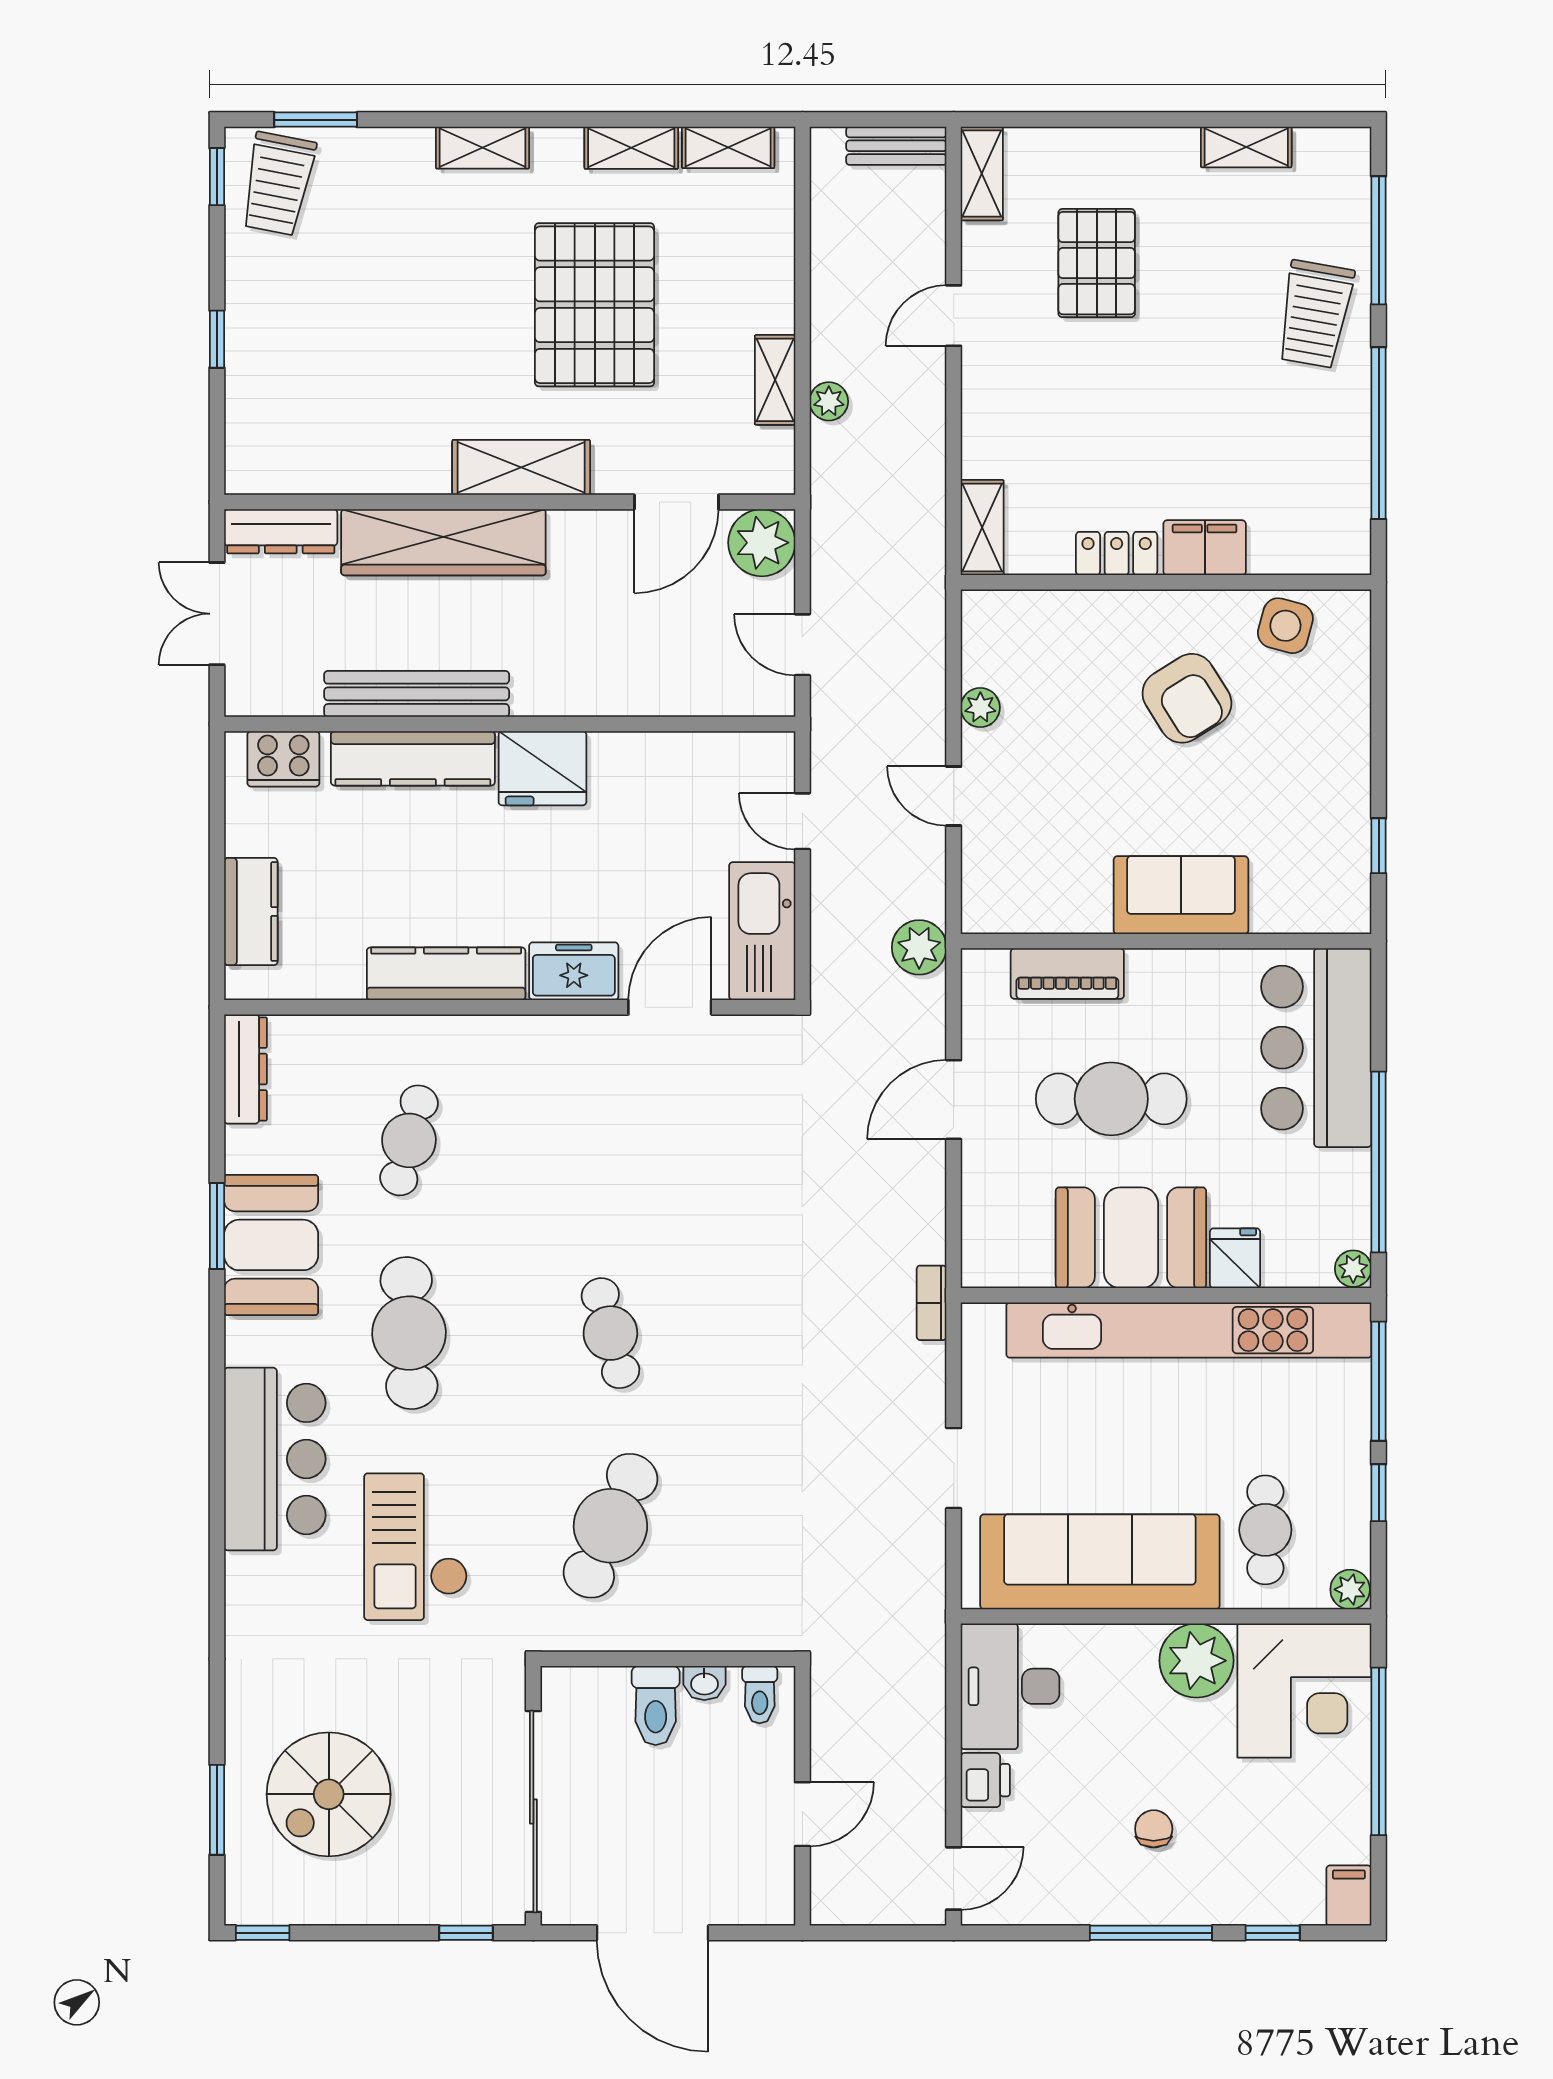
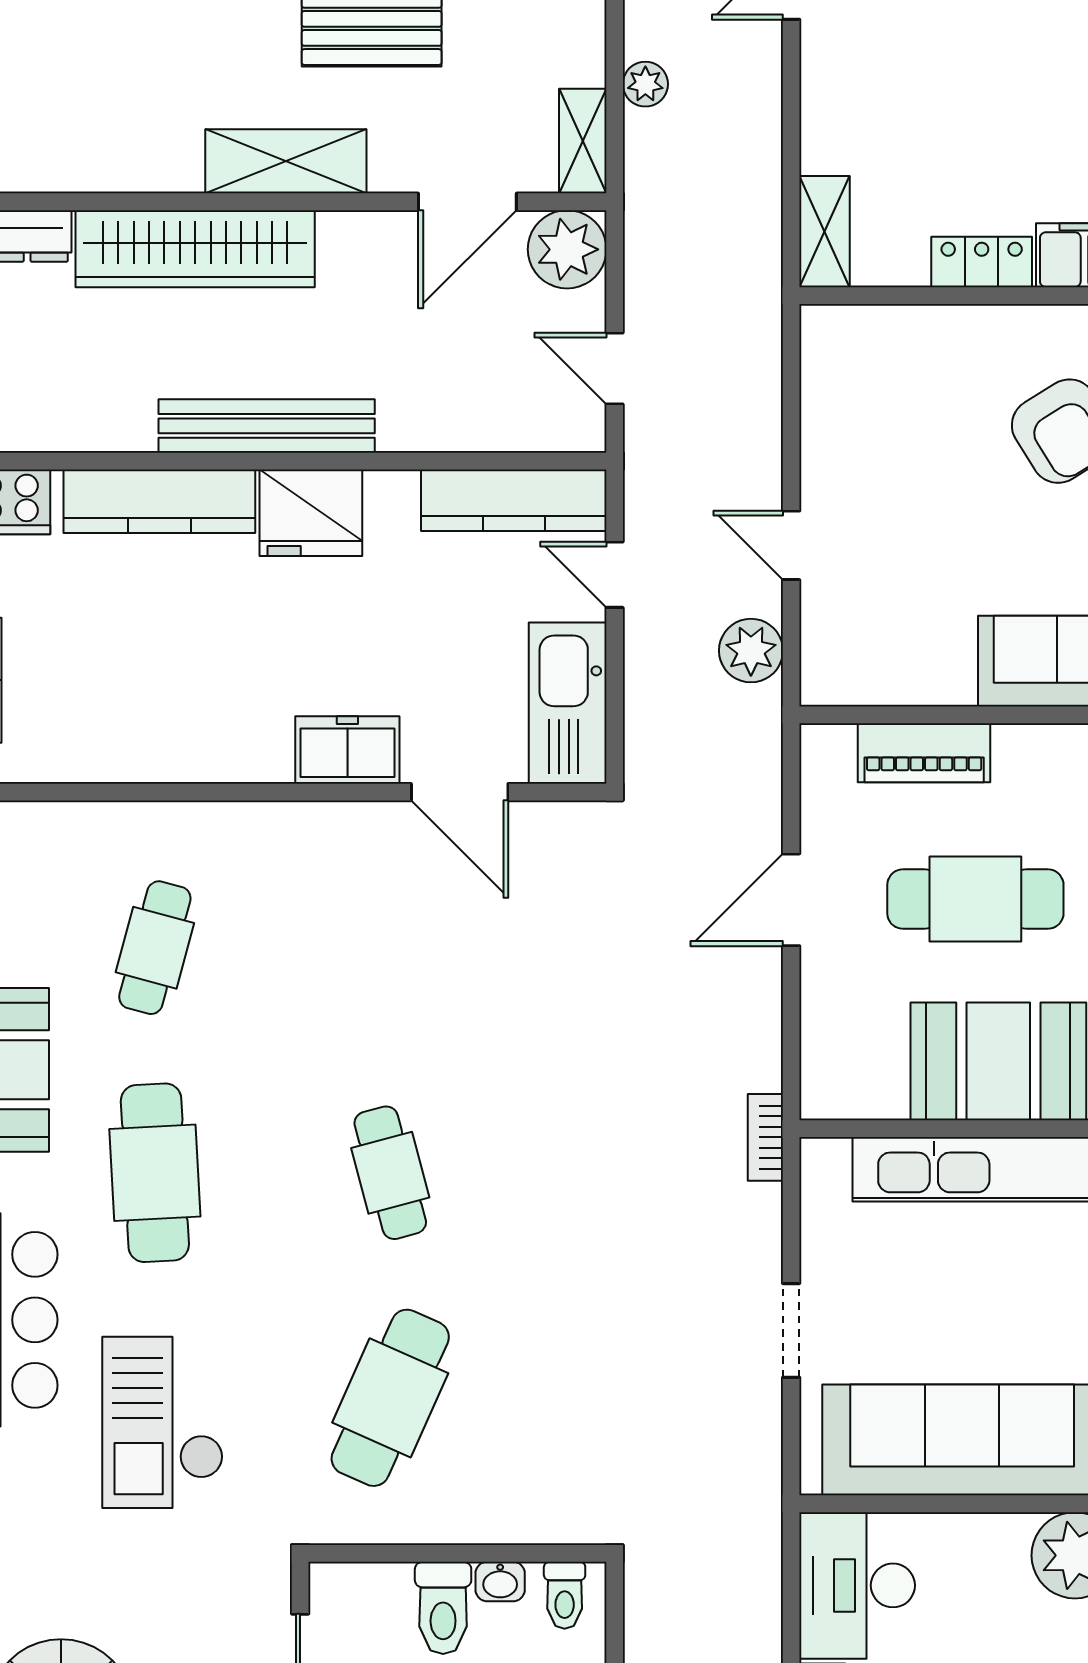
shelving: (775, 380) -> (583, 141), moved
bench: (417, 694) -> (267, 426), moved
plant: (980, 708) -> (822, 442), removed
plant: (919, 947) -> (751, 651), moved
kitchen counter: (446, 974) -> (514, 500), moved, turned 180
door: (670, 1007) -> (460, 792), swing flipped

